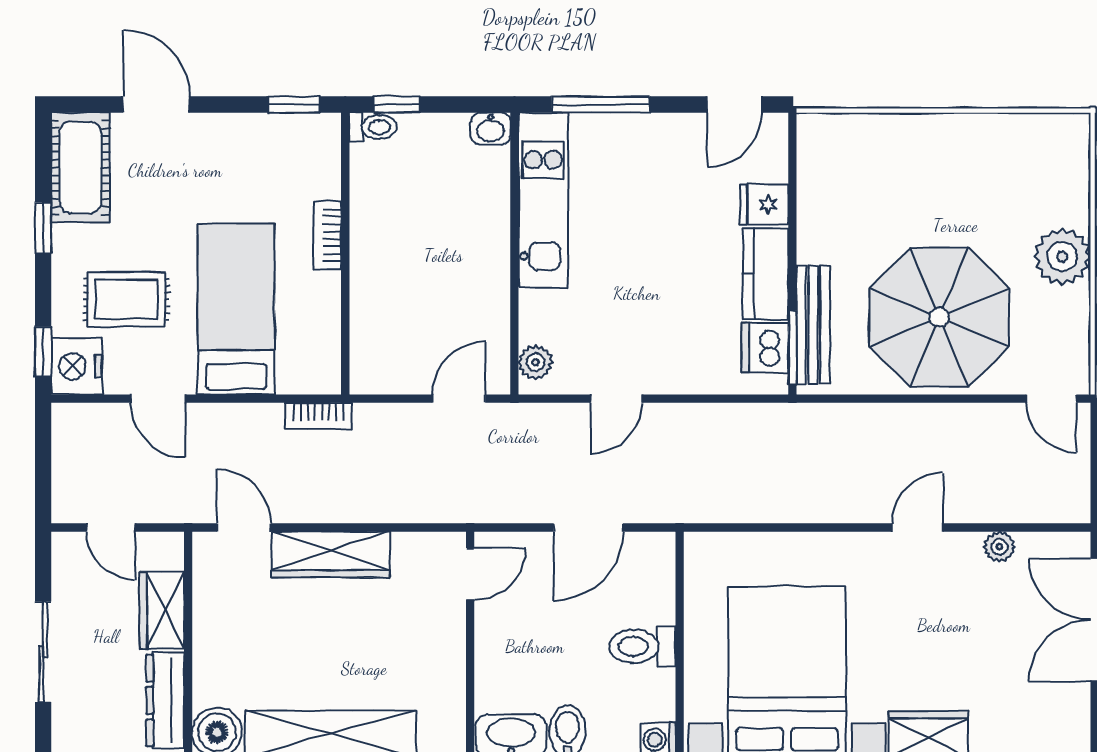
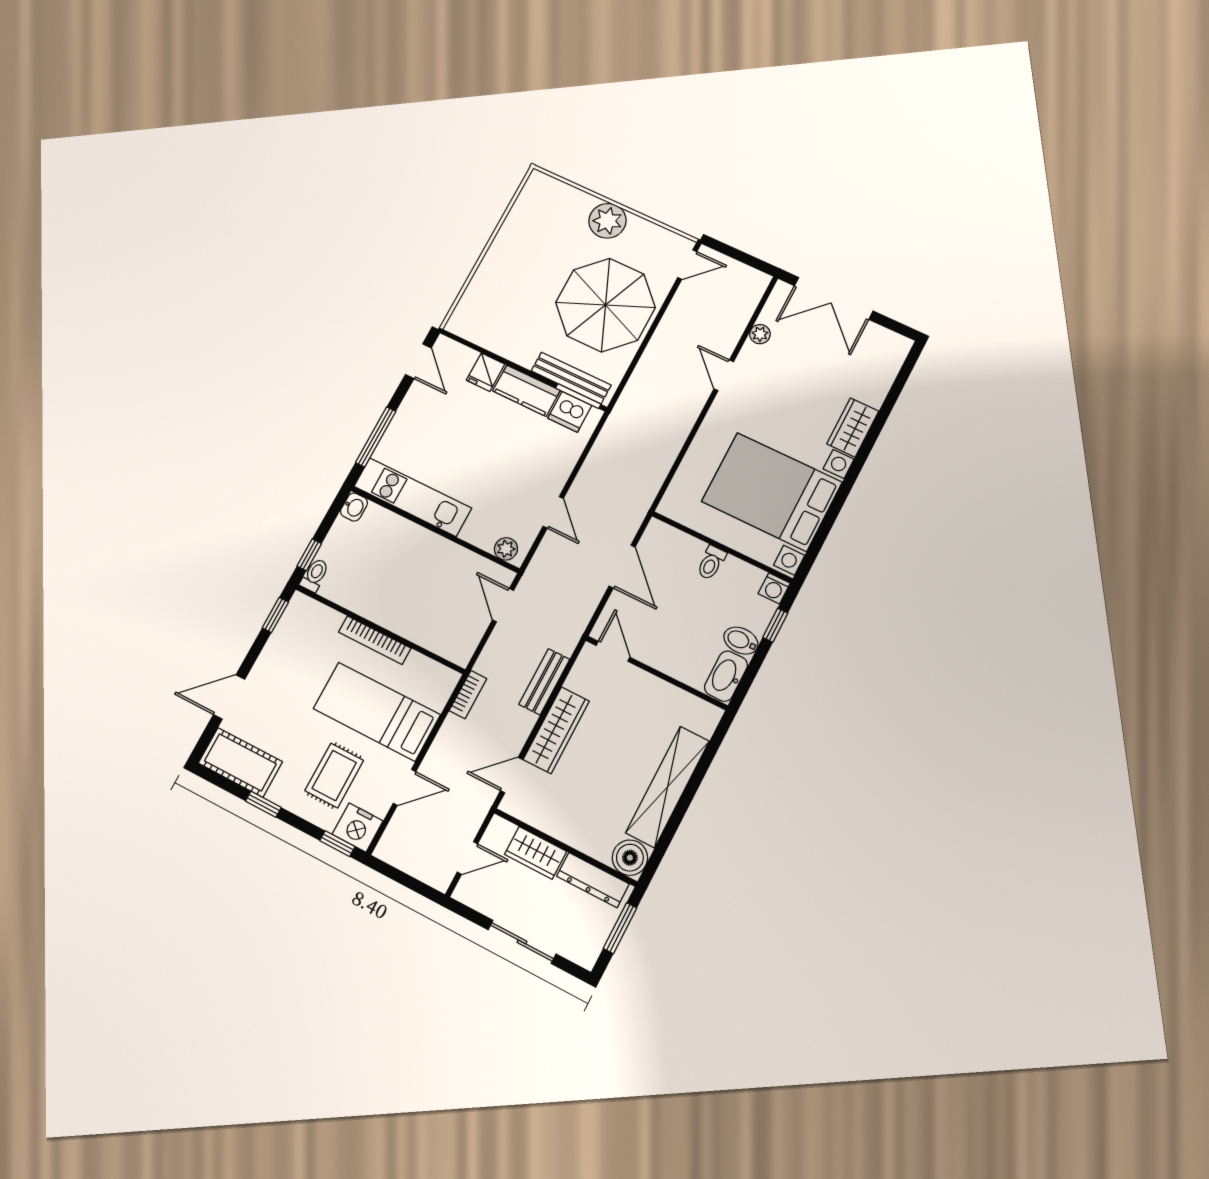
bookcase: (327, 235) -> (375, 640), width x1.56
bench: (385, 506) -> (544, 682), added
toilet: (642, 646) -> (711, 563), width x0.73, depth x0.72

